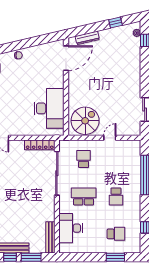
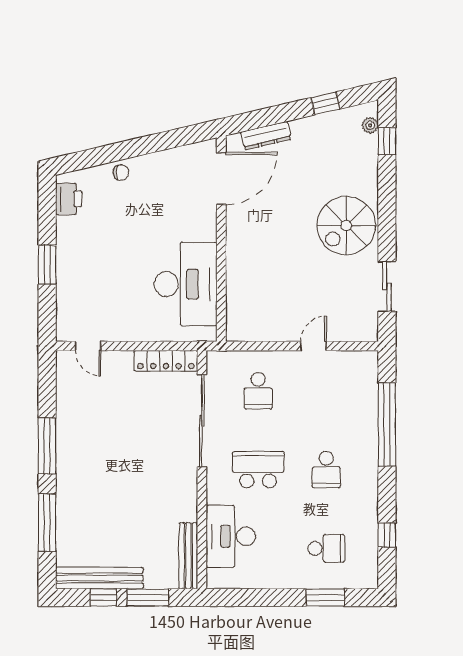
spiral stairs: (85, 121) -> (346, 226), moved, turned 180
school desk: (84, 159) -> (258, 391), turned 180

